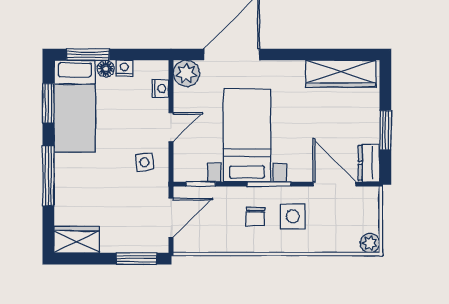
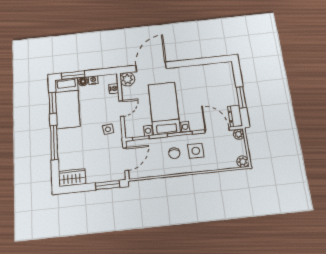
wardrobe: (341, 74) -> (212, 70), removed
plant: (371, 195) -> (239, 134), added

